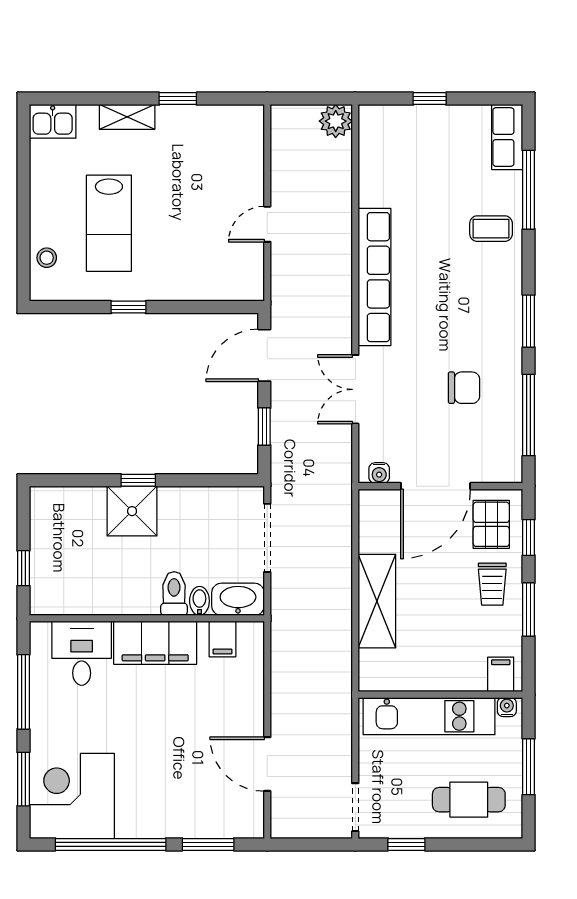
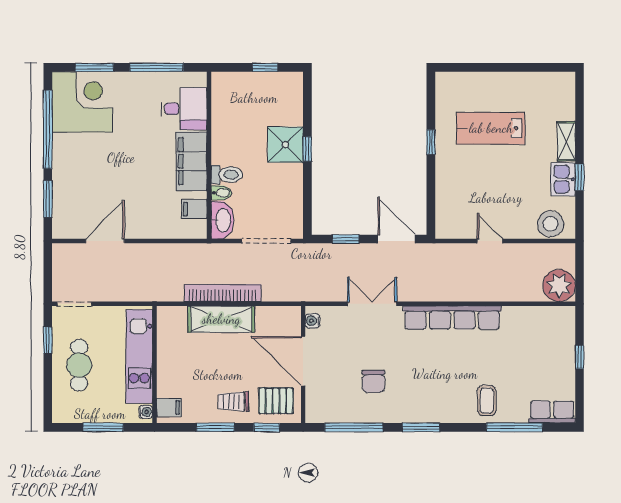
kitchen sink: (53, 121) -> (563, 179), moved
plant: (336, 121) -> (559, 286), width x1.36, depth x1.36
stool: (47, 258) -> (551, 224), moved, width x1.89, depth x1.89
window: (23, 568) -> (265, 67), moved
bookcase: (340, 599) -> (223, 293), added
cafe table: (469, 800) -> (79, 365), moved

